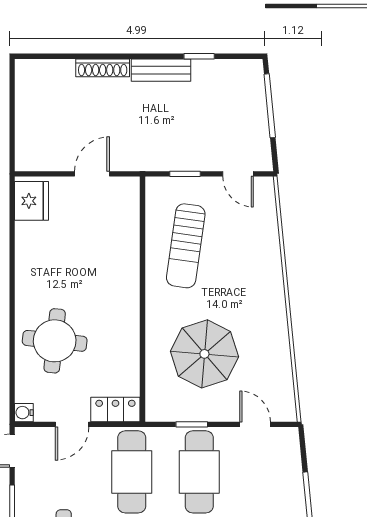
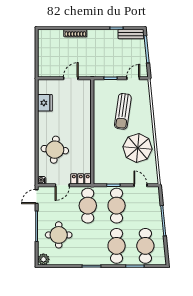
bench: (161, 70) -> (131, 34), moved
door: (238, 174) -> (133, 78), swing flipped
fridge: (31, 201) -> (45, 103), moved
sun lounger: (186, 246) -> (123, 111), moved
parasol: (204, 354) -> (138, 148), moved

